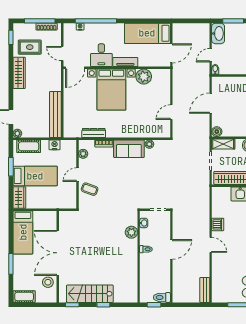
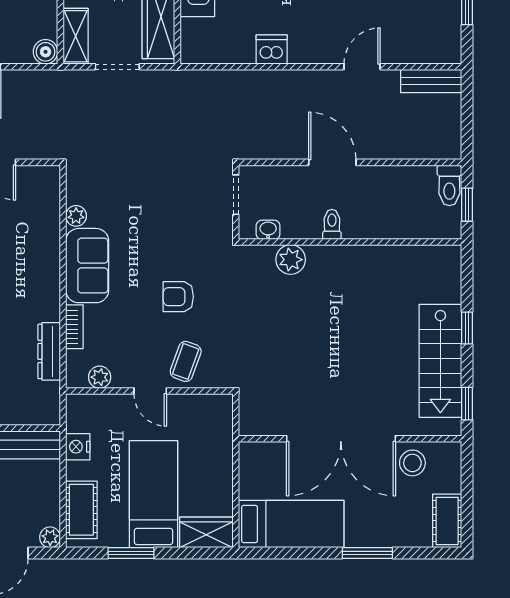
armchair: (116, 186) -> (178, 297), added
door: (211, 245) -> (362, 67), moved

